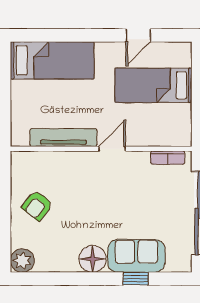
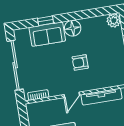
armchair: (37, 206) -> (80, 62), moved, turned -128

